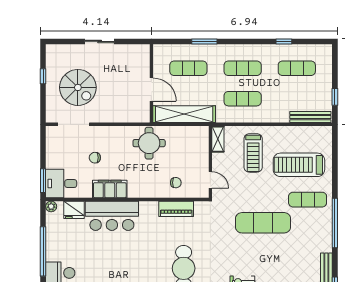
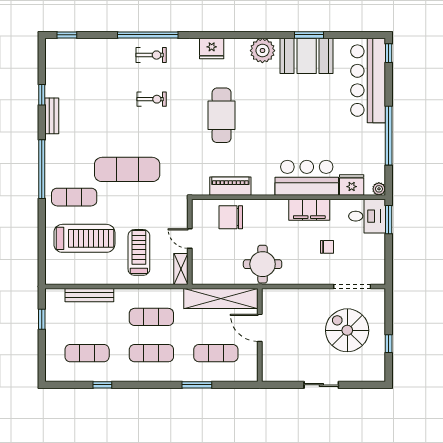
bench: (310, 117) -> (89, 295), moved
door: (210, 180) -> (190, 238), moved
chair: (176, 183) -> (231, 217), width x1.87, depth x1.87

